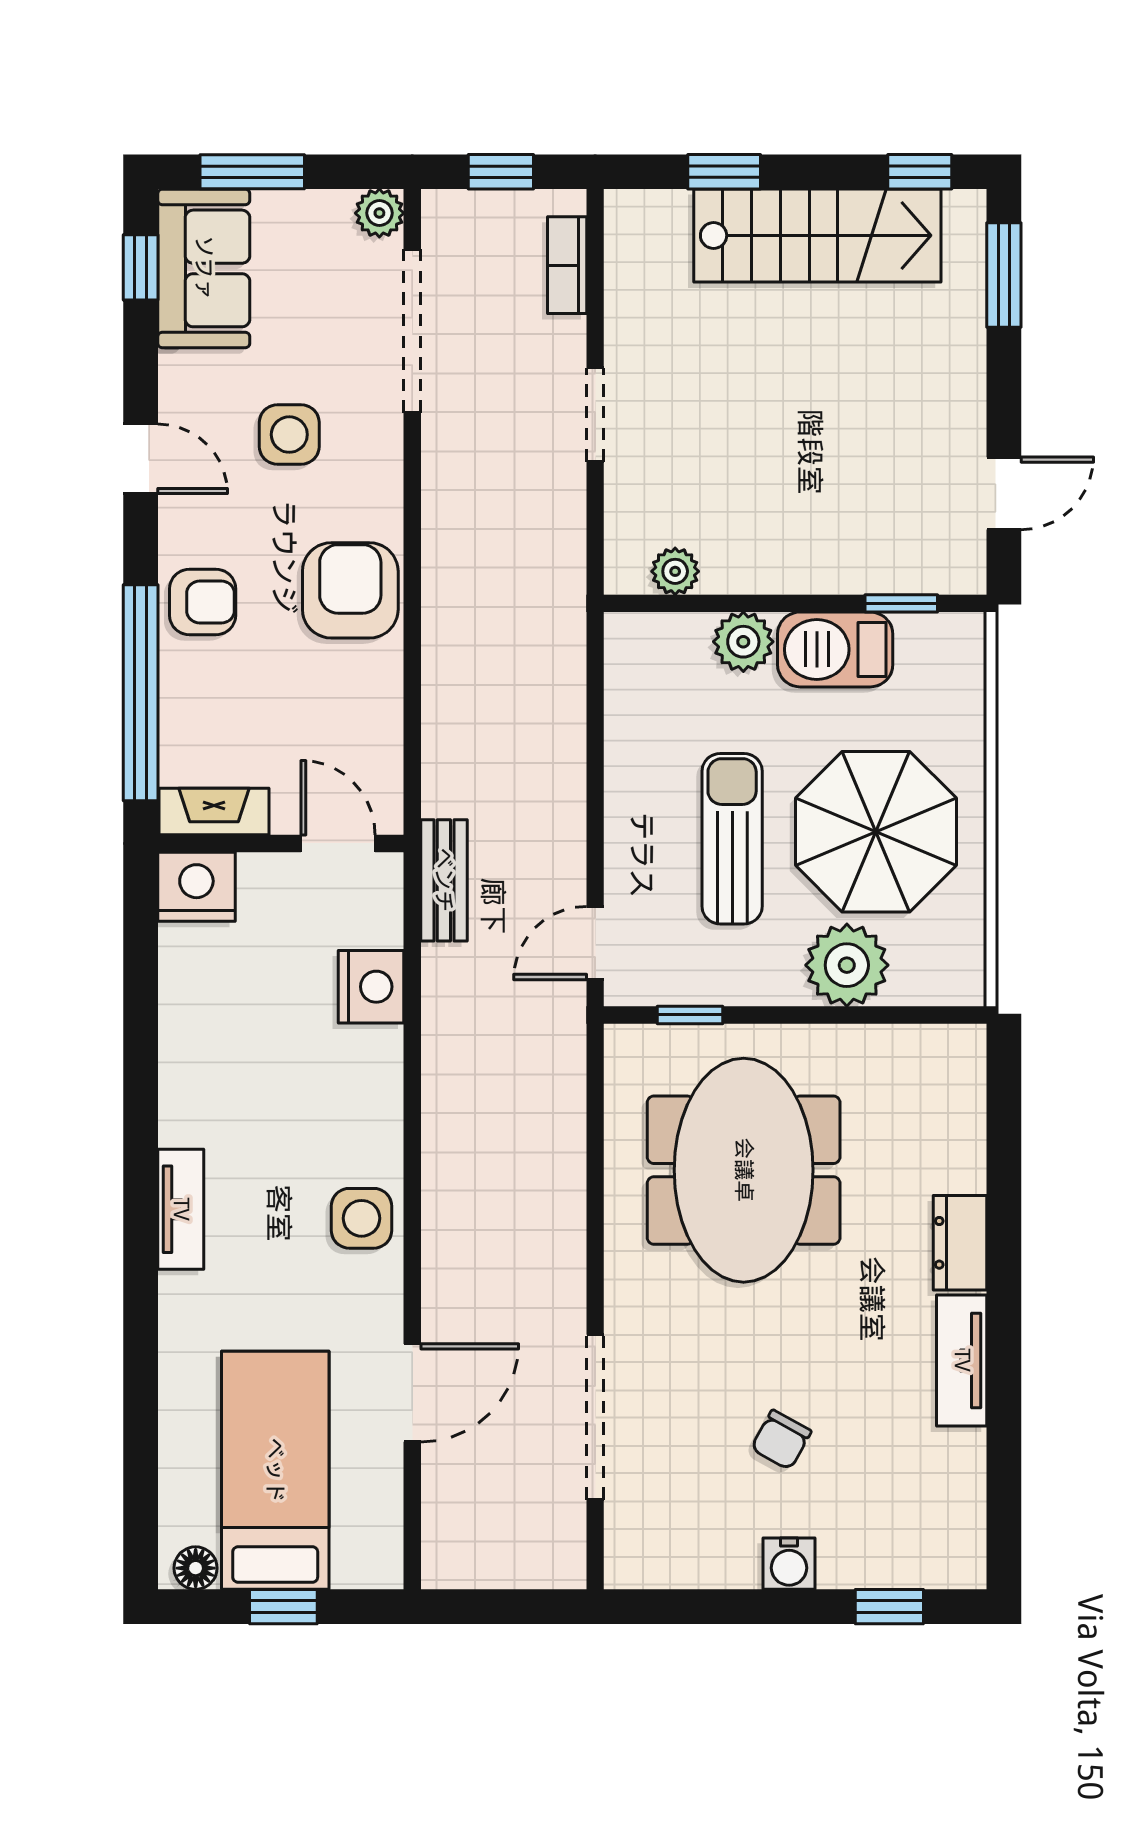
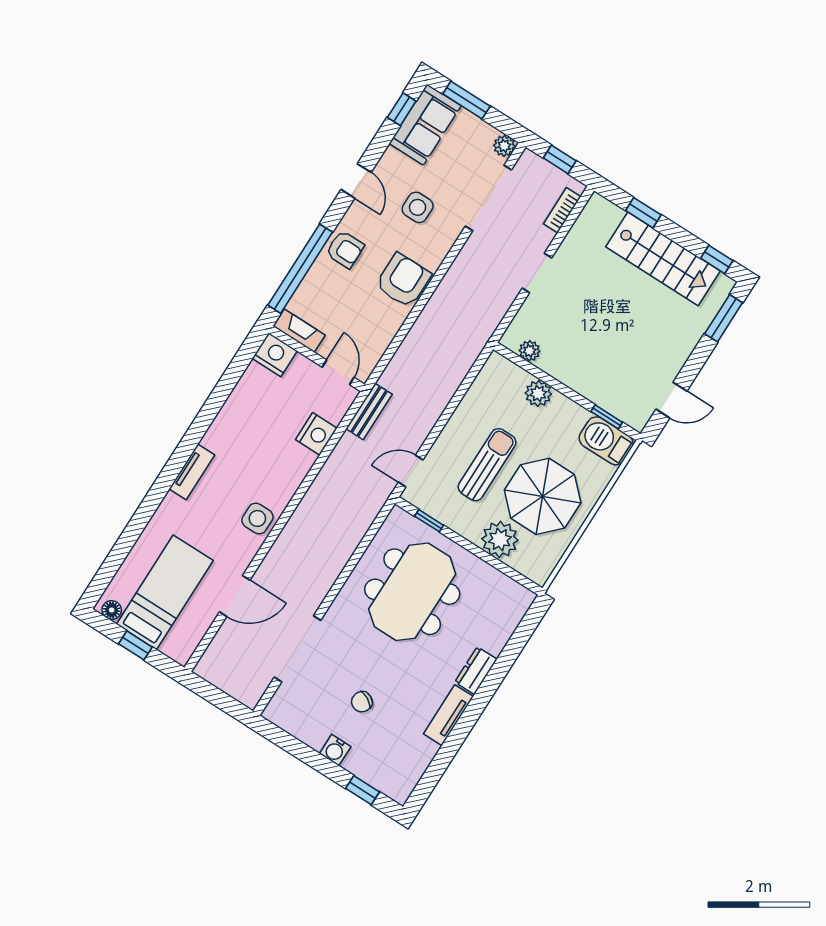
barbecue: (835, 649) -> (606, 441), moved

